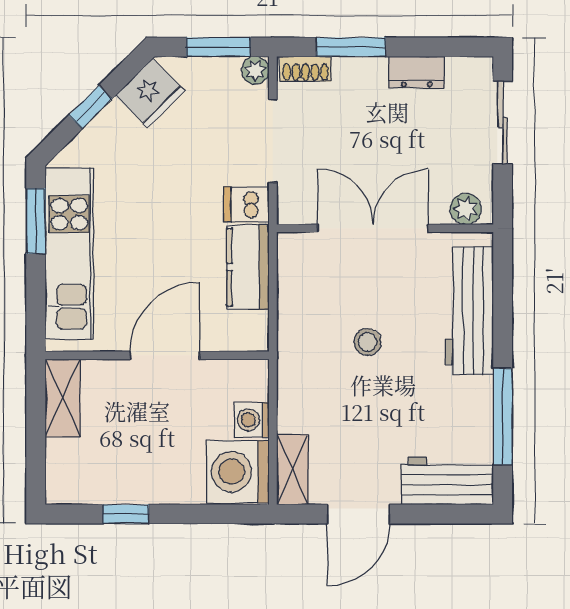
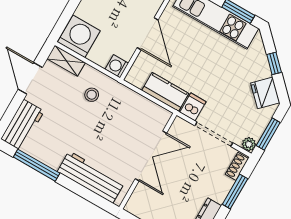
plant: (466, 209) -> (136, 201), removed
stool: (368, 342) -> (92, 95), moved
washing machine: (252, 420) -> (117, 66), moved, turned -90

